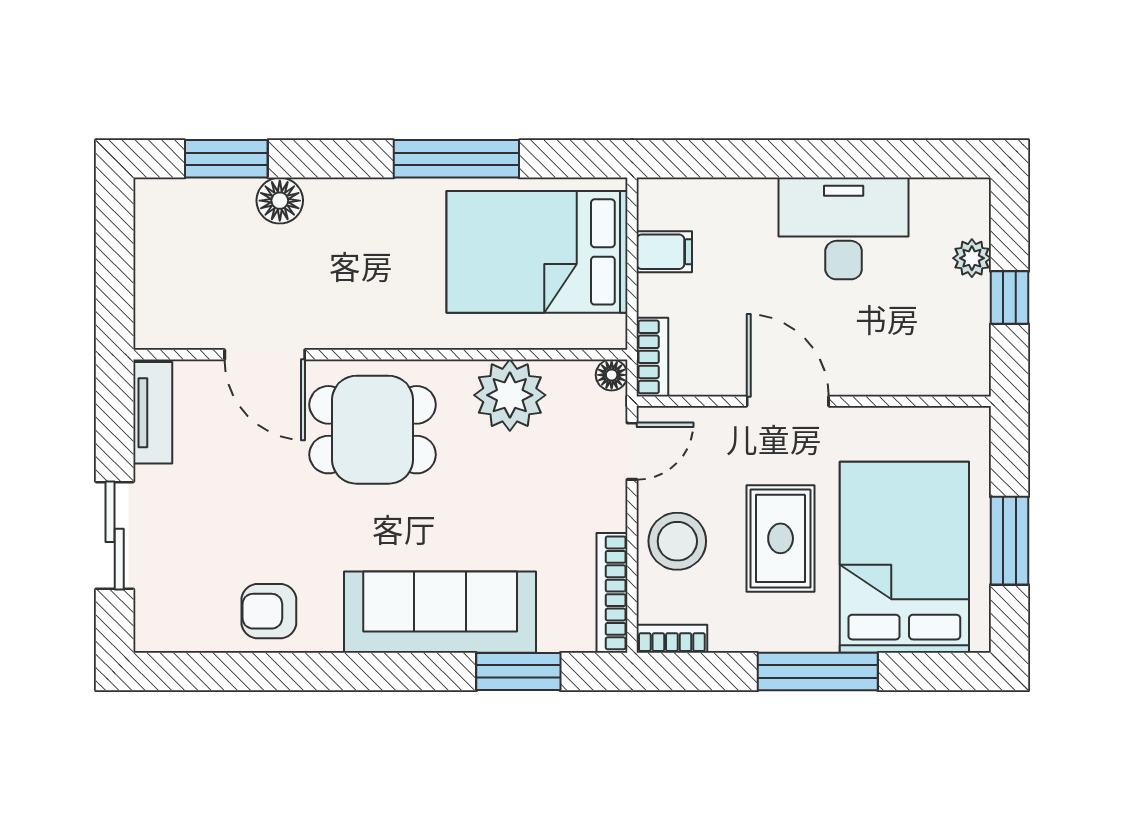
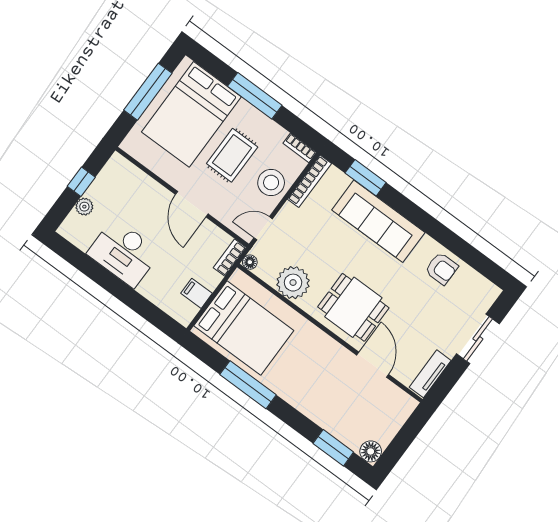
floor lamp: (280, 201) -> (371, 451), moved
window: (1009, 541) -> (148, 92), width x1.44

